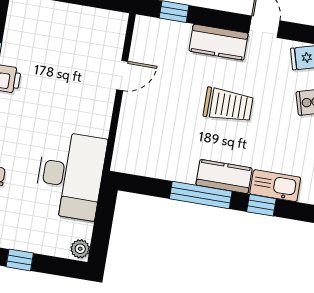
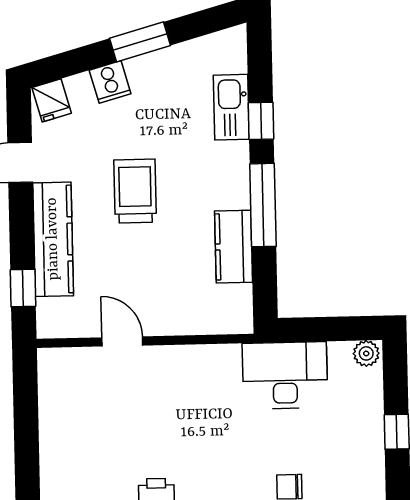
kitchen counter: (219, 42) -> (53, 239), width x1.50
desk: (70, 175) -> (285, 375), width x0.73, depth x0.77
kitchen counter: (224, 176) -> (234, 247), moved

